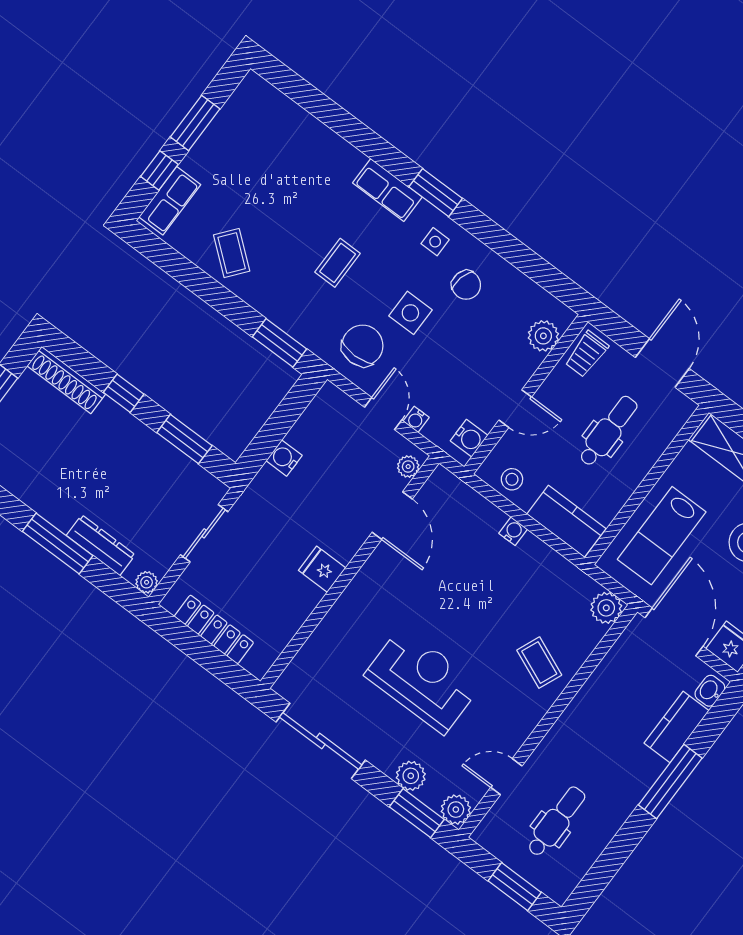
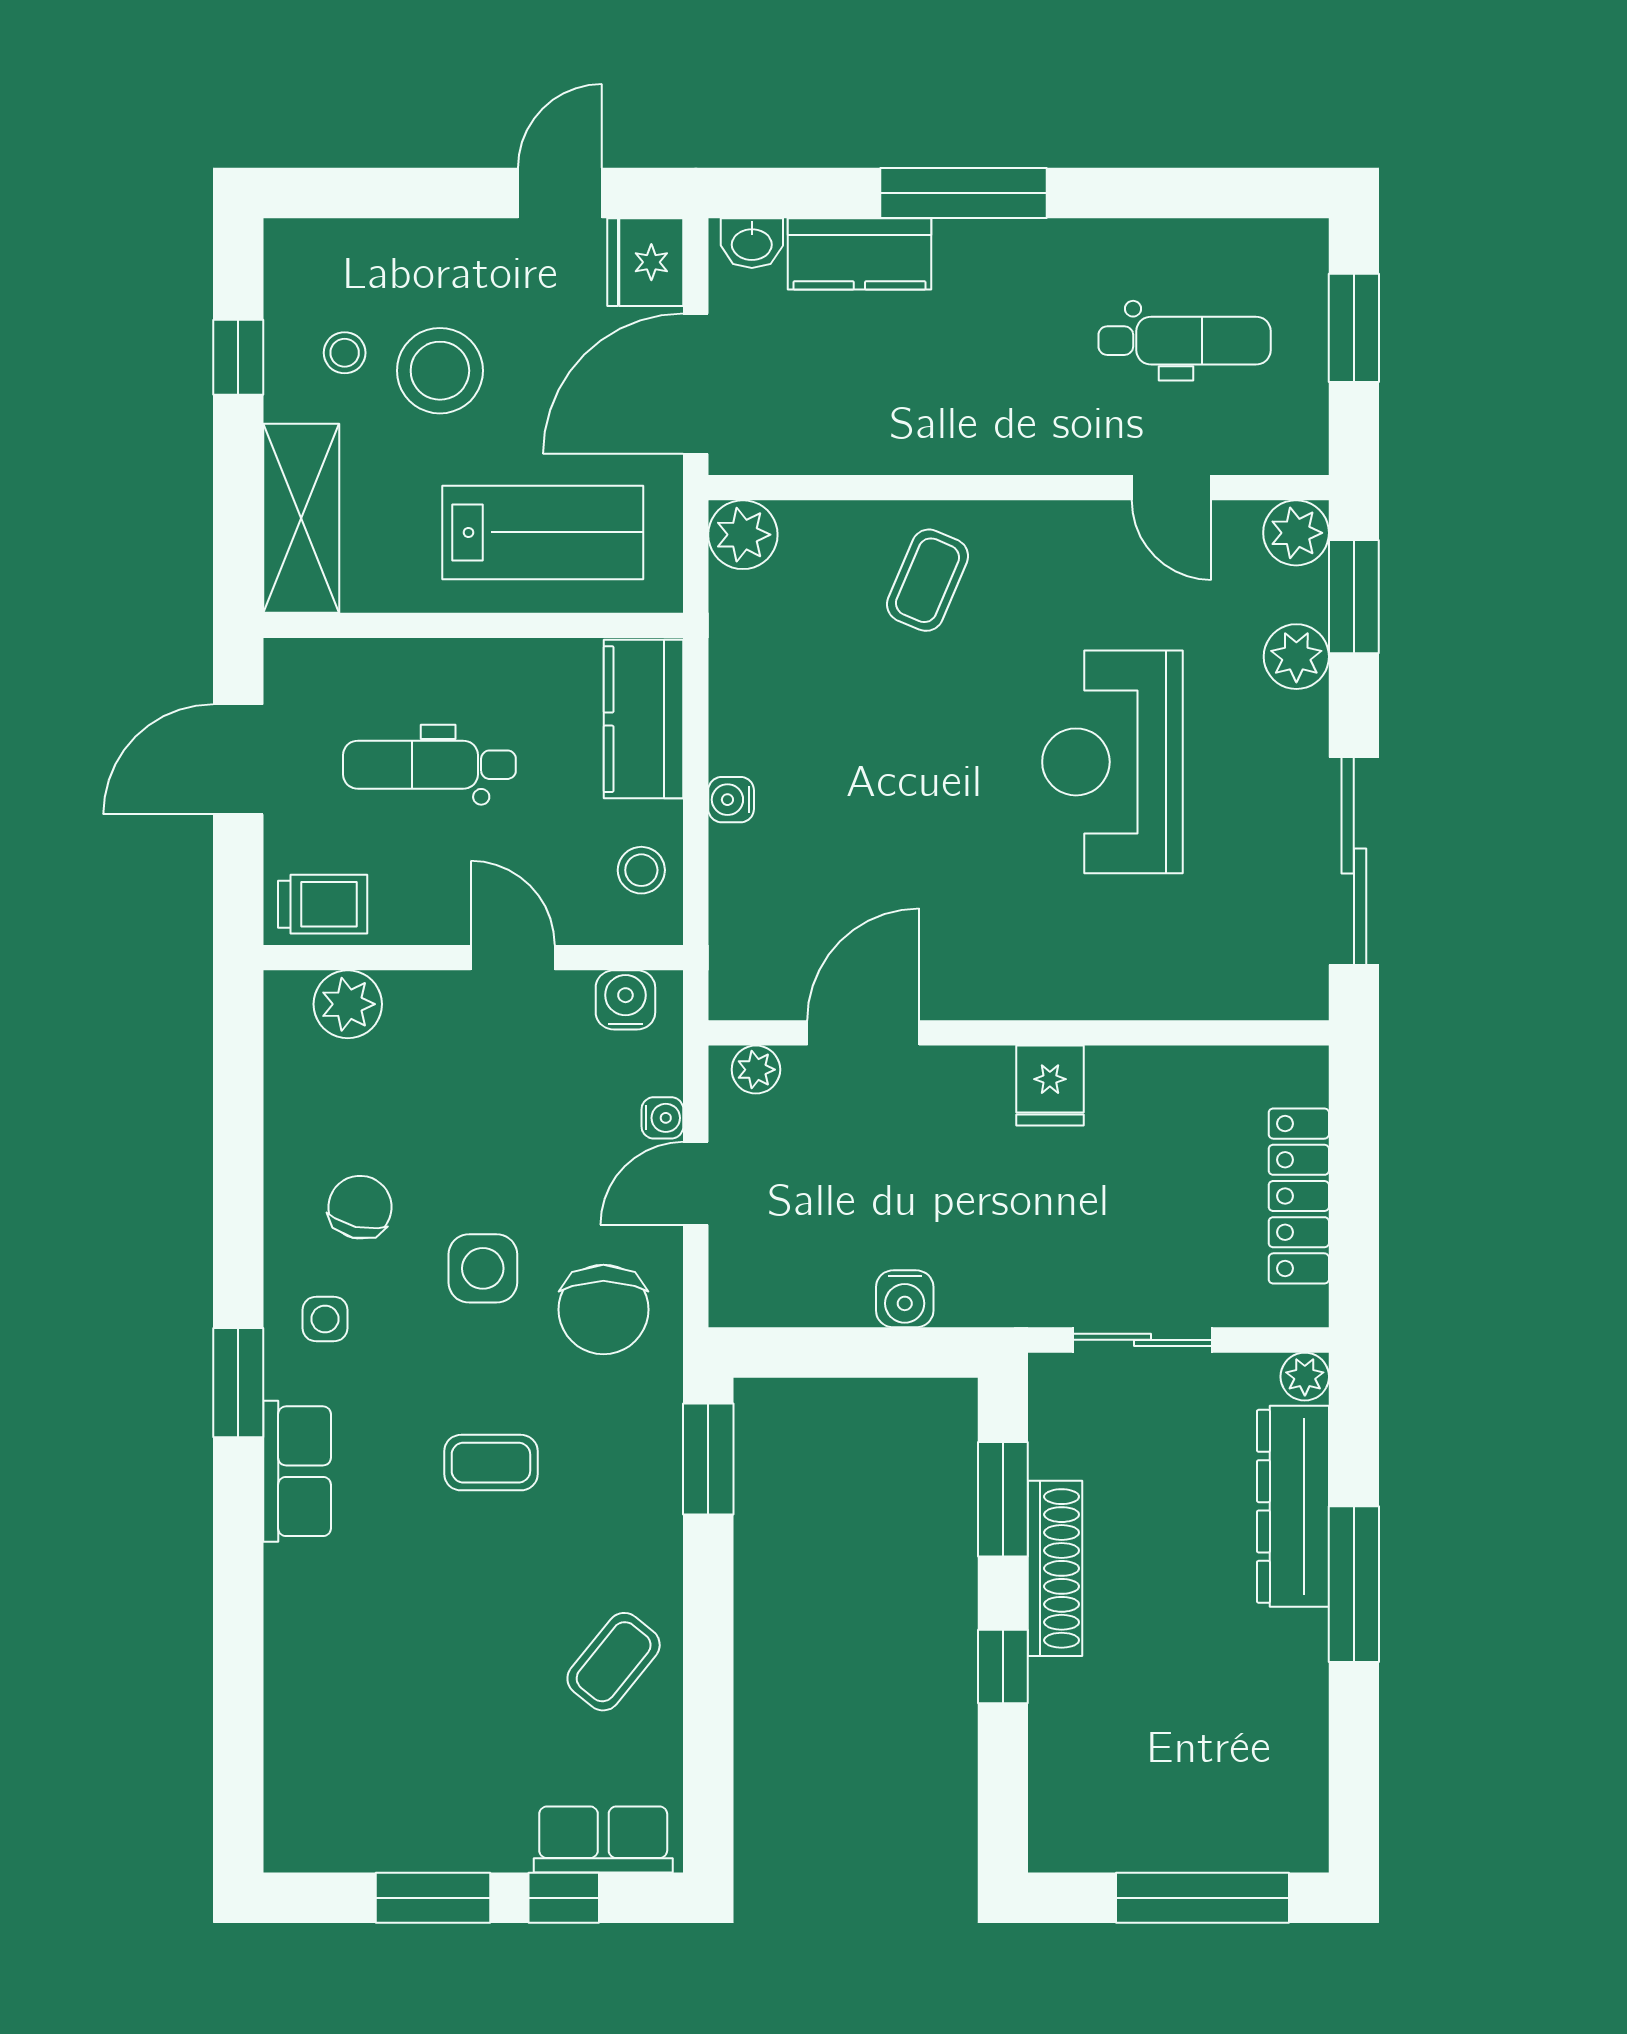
chair: (362, 346) -> (603, 1310), turned -90
shoe rack: (66, 380) -> (1055, 1568), moved
dresser: (101, 545) -> (1293, 1506), width x1.37, depth x1.24
dental chair: (556, 821) -> (1185, 341), turned 180

